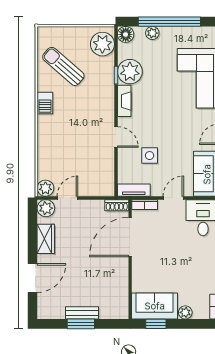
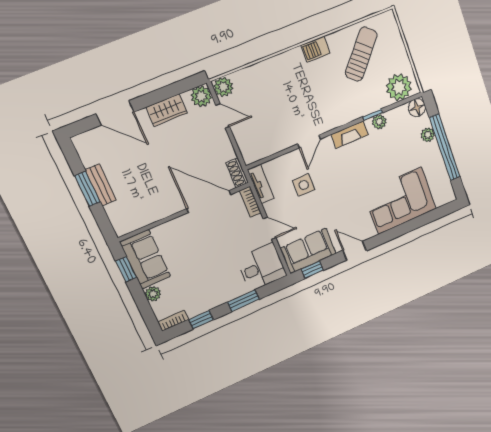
plant: (130, 72) -> (379, 122), width x0.53, depth x0.53

